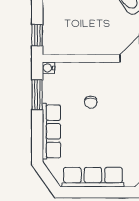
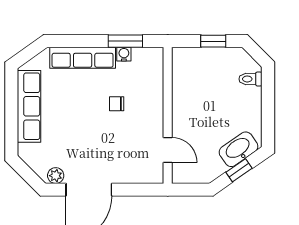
window: (37, 35) -> (213, 41), moved
water cooler: (48, 68) -> (124, 54), moved

